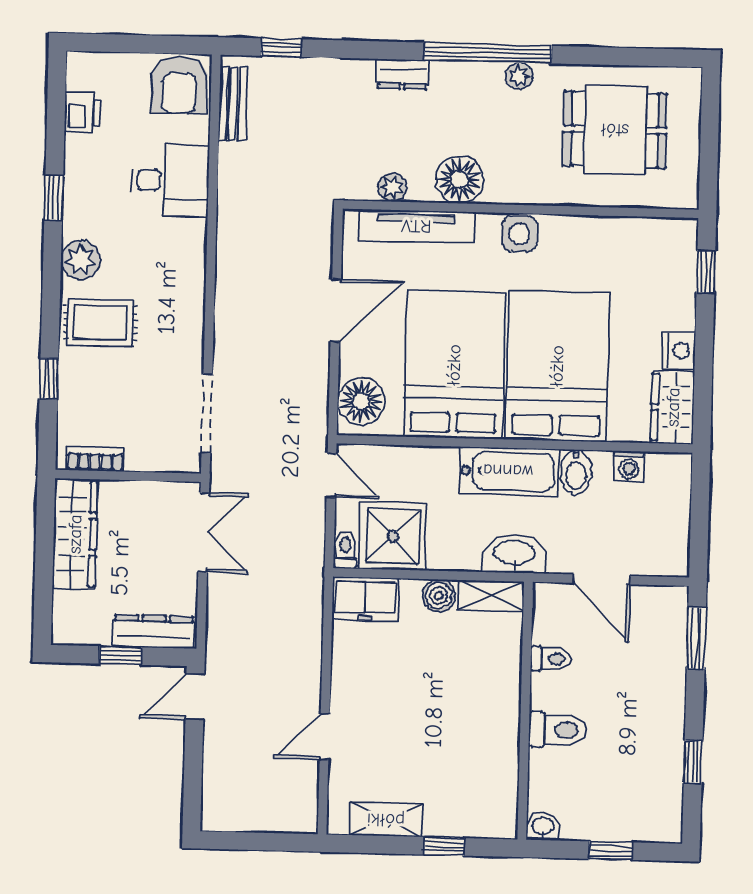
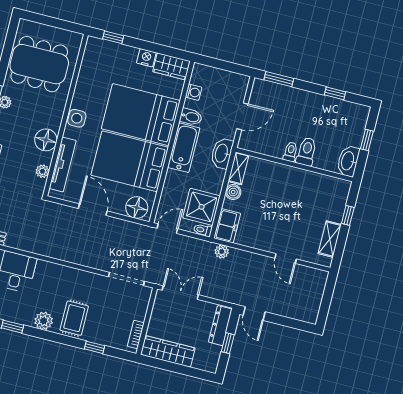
dining table: (615, 130) -> (39, 64), width x1.38
plant: (309, 600) -> (222, 252), added
toilet: (551, 659) -> (291, 152), moved
washbasin: (543, 827) -> (348, 161), width x1.91, depth x1.45

